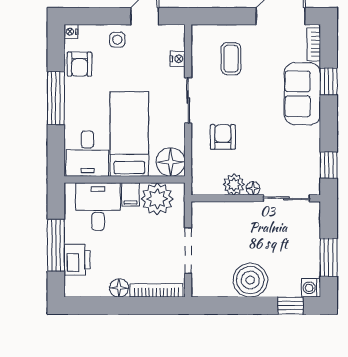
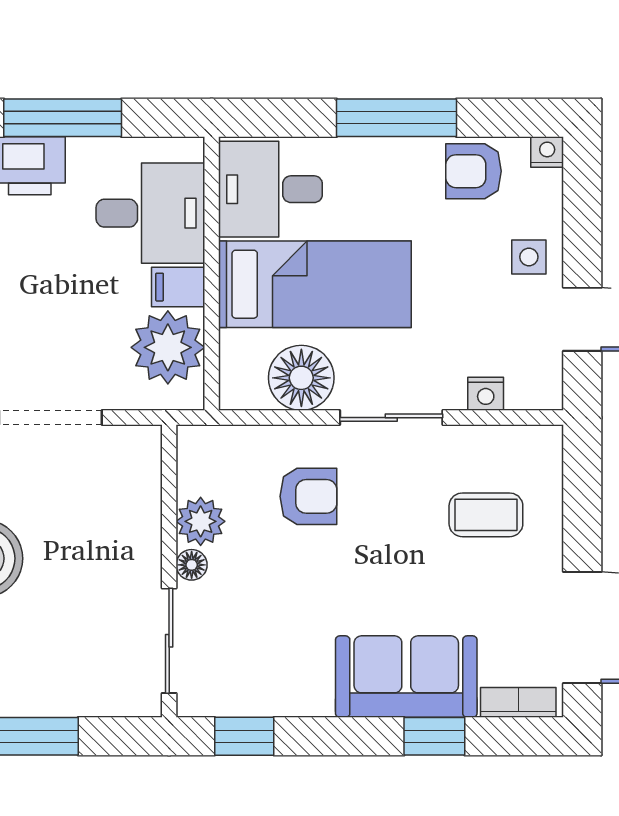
floor lamp: (171, 162) -> (301, 378), moved

